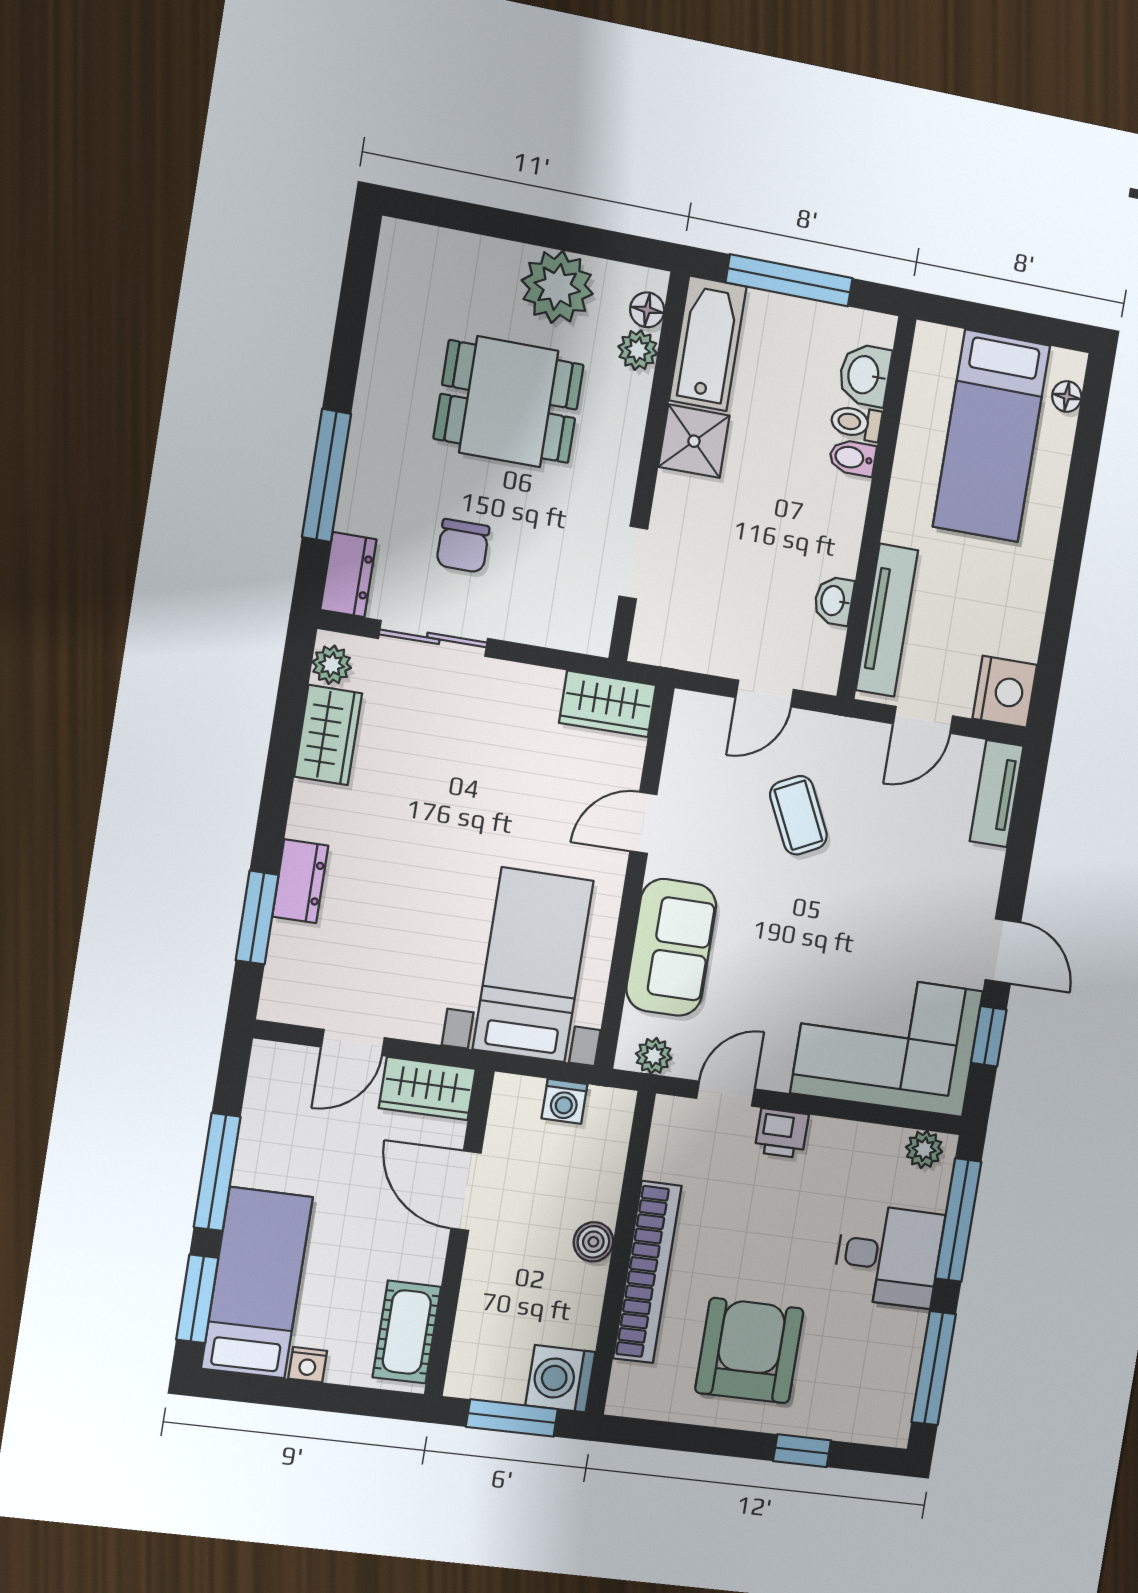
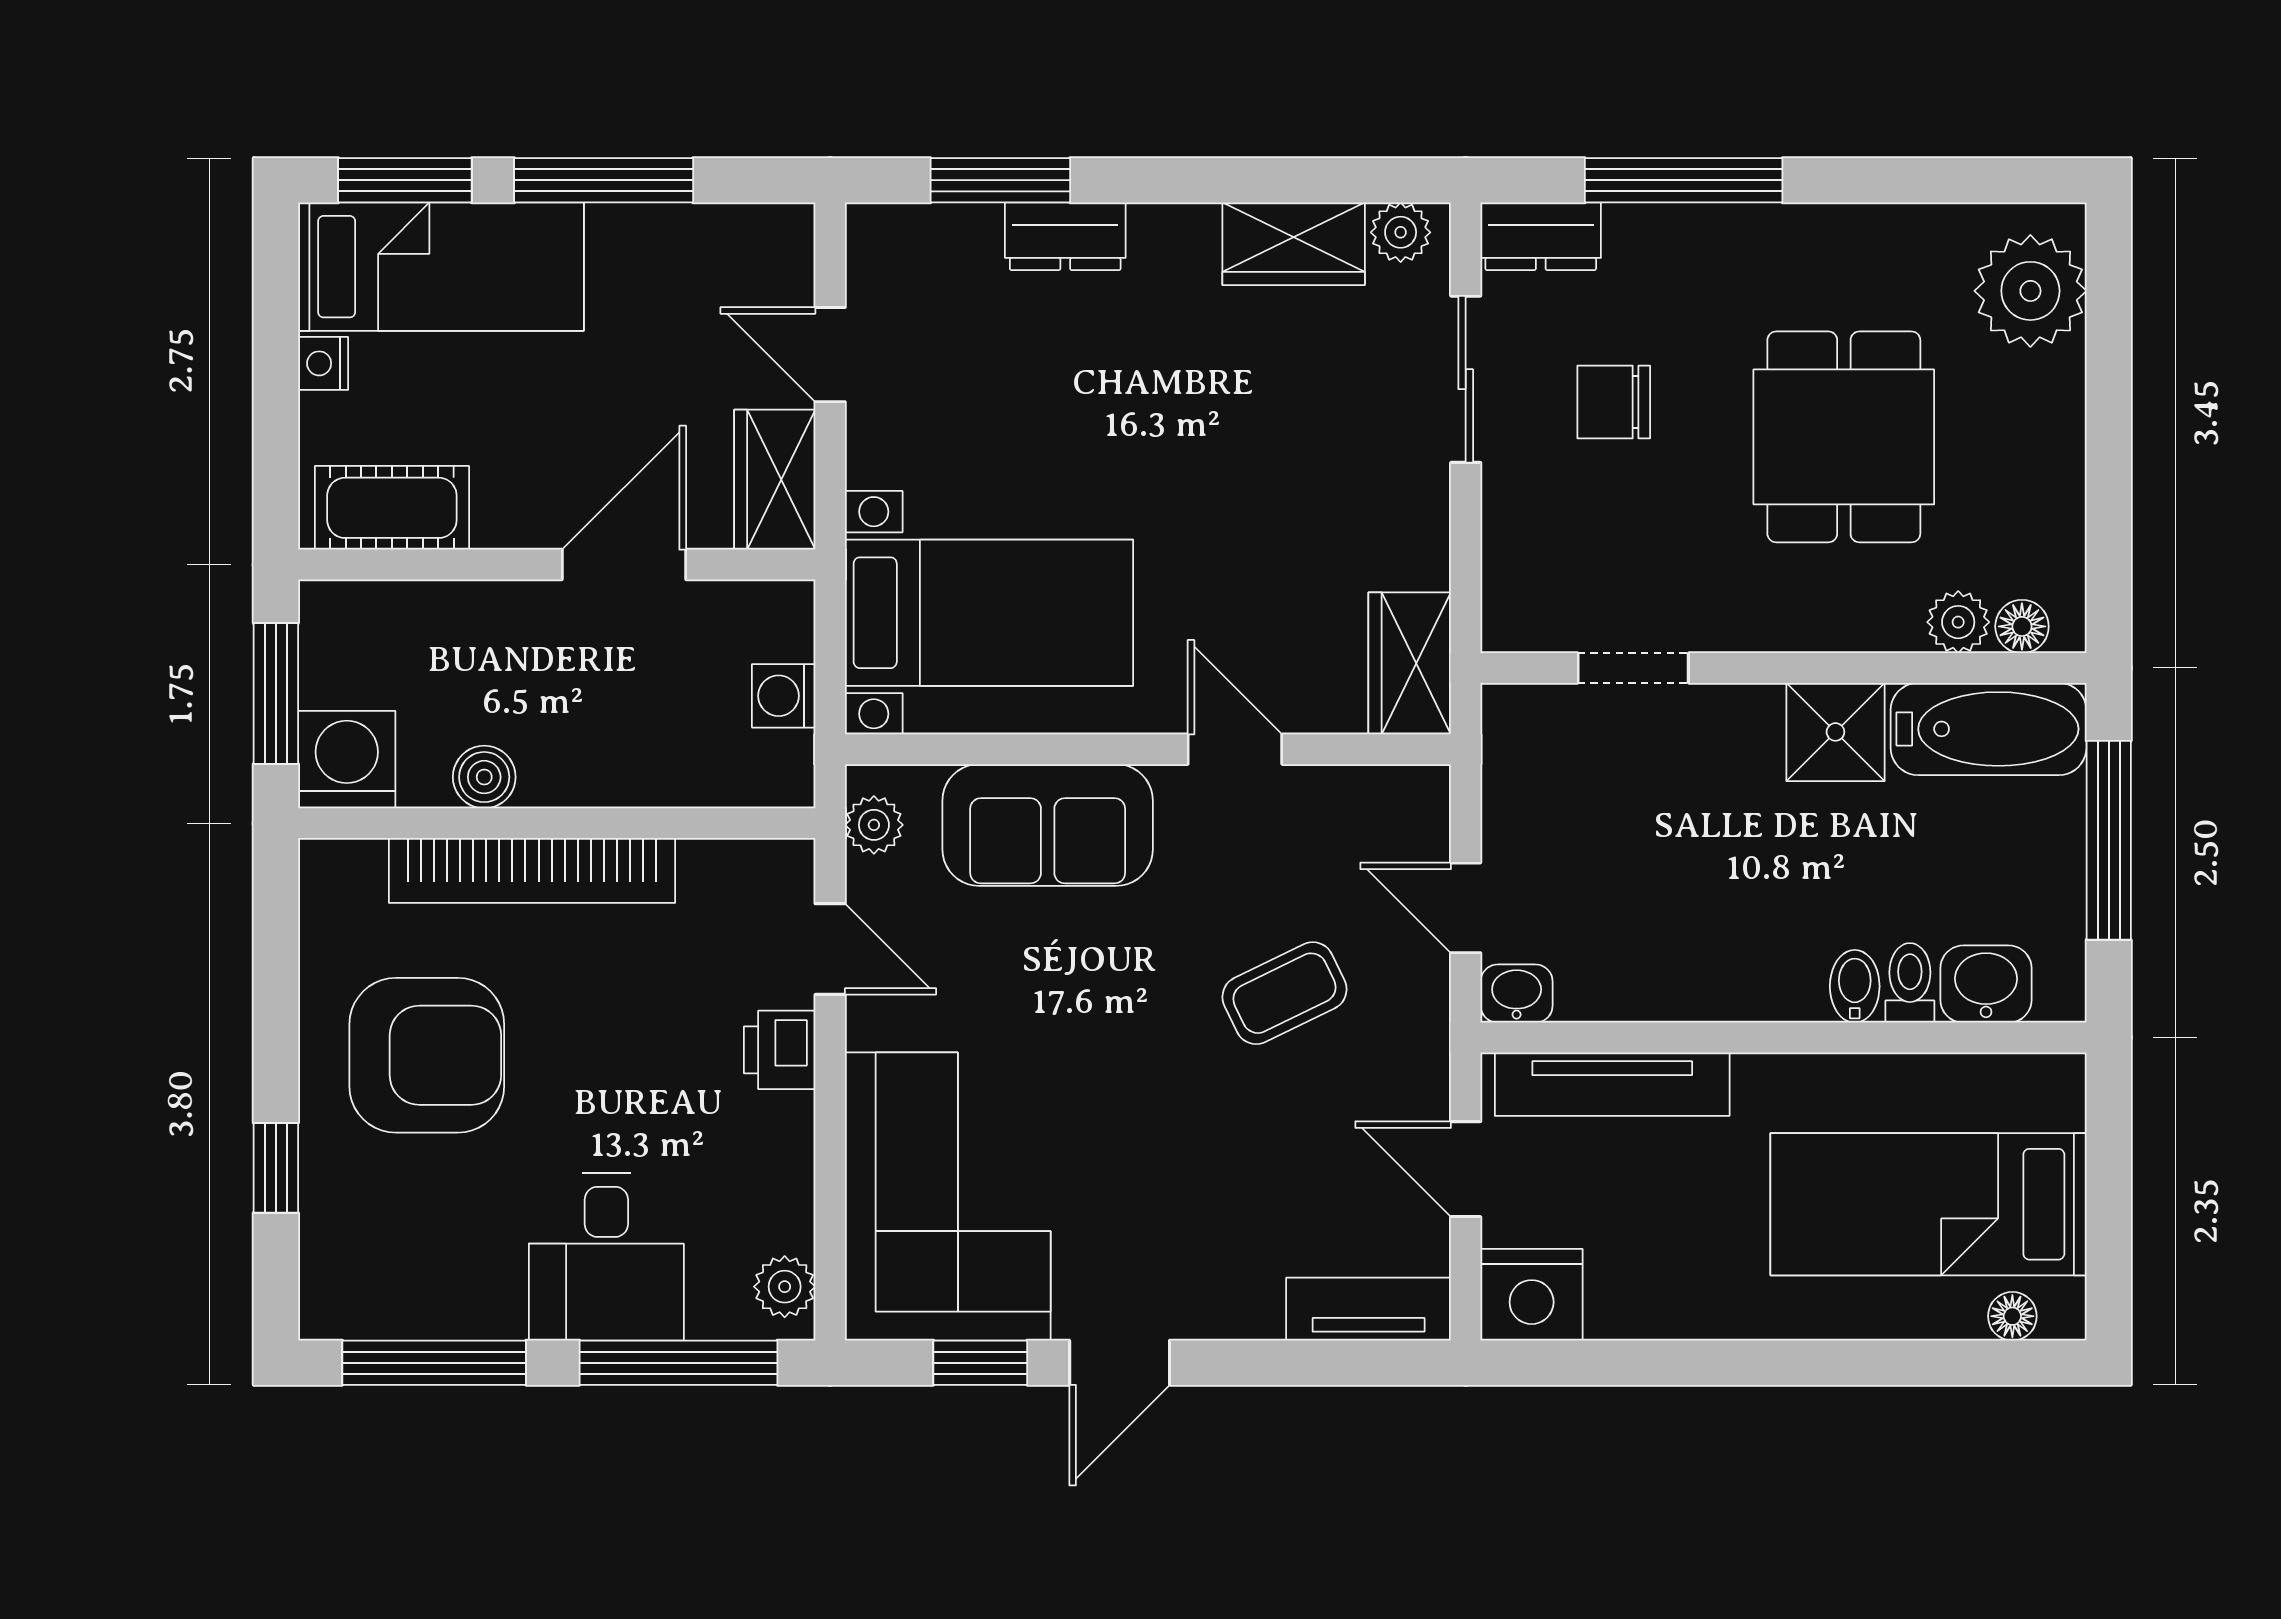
plant: (557, 287) -> (2030, 291), moved
washbasin: (834, 601) -> (1517, 994), moved
boiler: (593, 1242) -> (484, 777), moved

